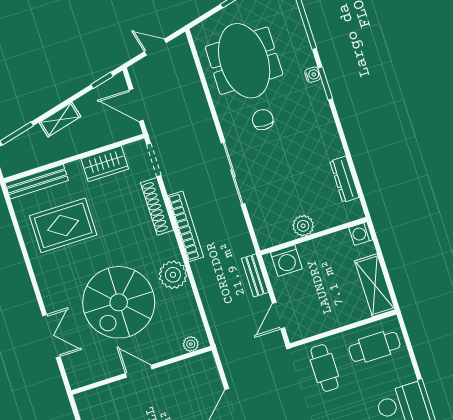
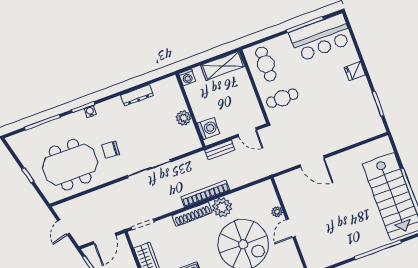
water cooler: (313, 75) -> (90, 112), moved
dresser: (344, 179) -> (137, 95), moved
shoe rack: (157, 206) -> (192, 214), moved
bookcase: (186, 226) -> (205, 194), moved
plant: (191, 344) -> (277, 212), moved

